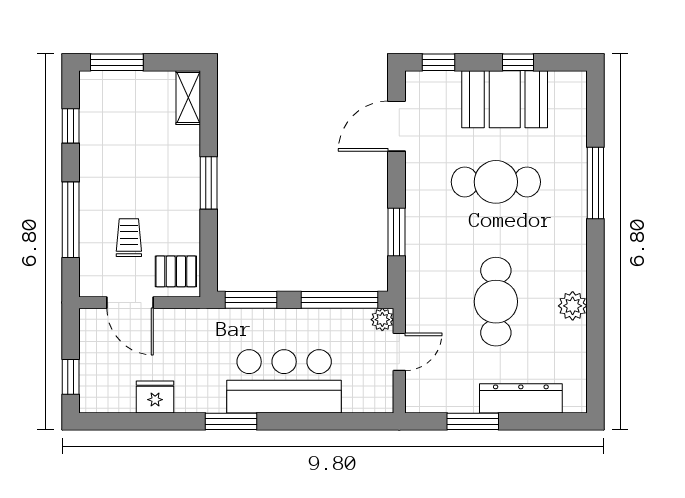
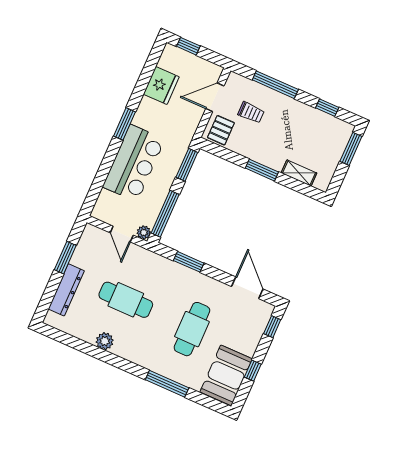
shelving: (188, 98) -> (299, 173), moved
booth: (505, 99) -> (226, 375), moved
fridge: (155, 397) -> (161, 86), width x1.36, depth x1.34

